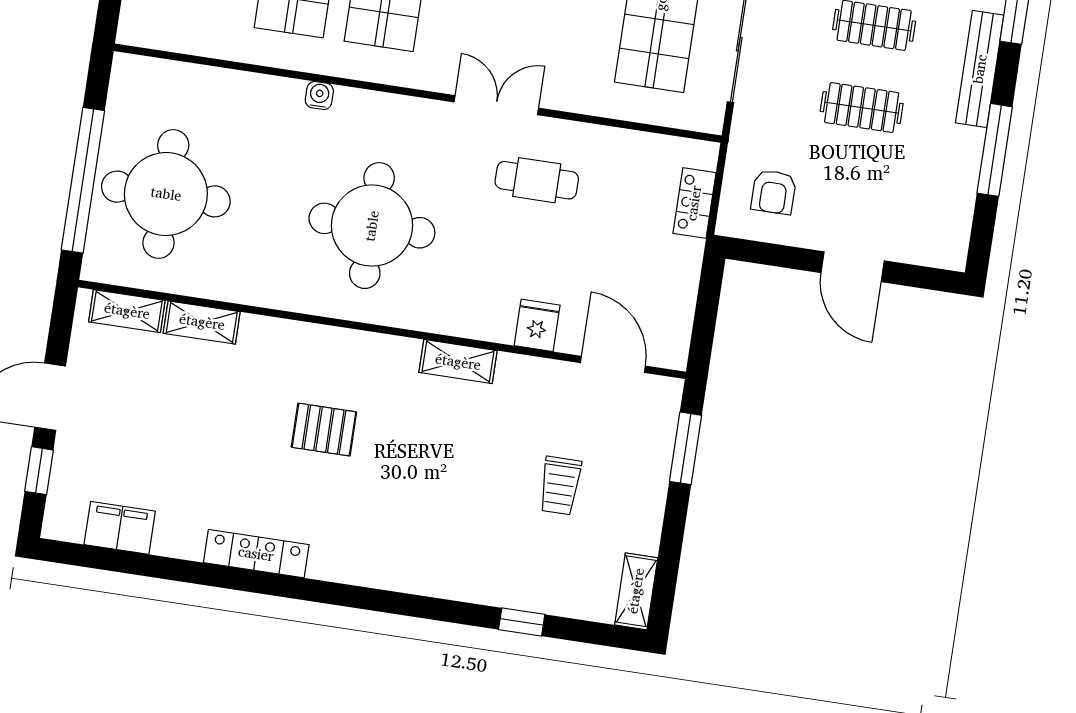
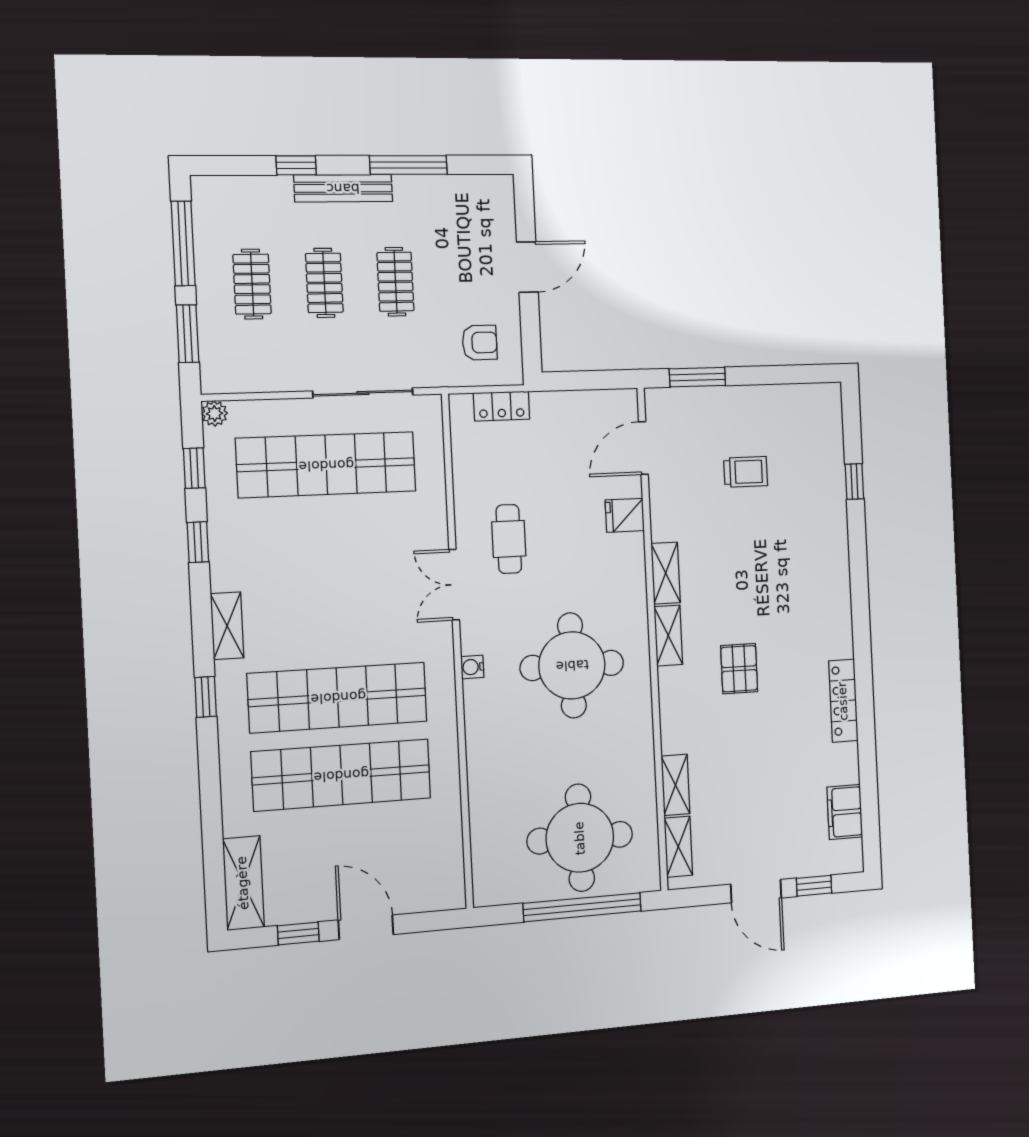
water cooler: (319, 95) -> (472, 667), moved
shelving: (636, 591) -> (668, 636), moved, turned 90

